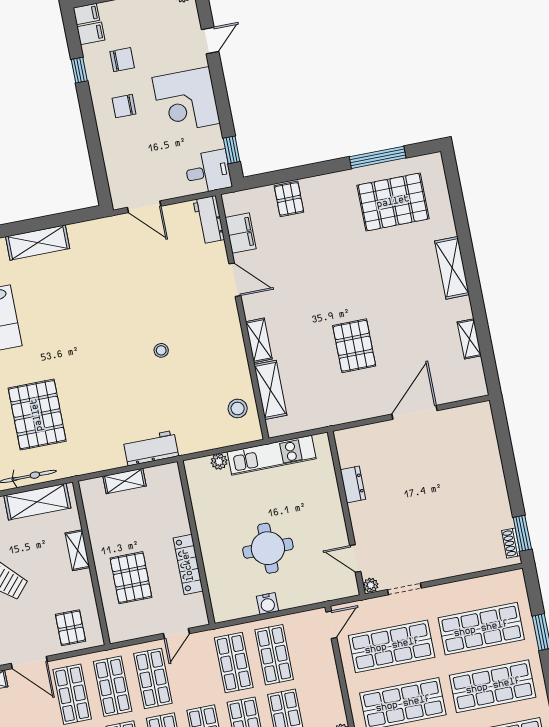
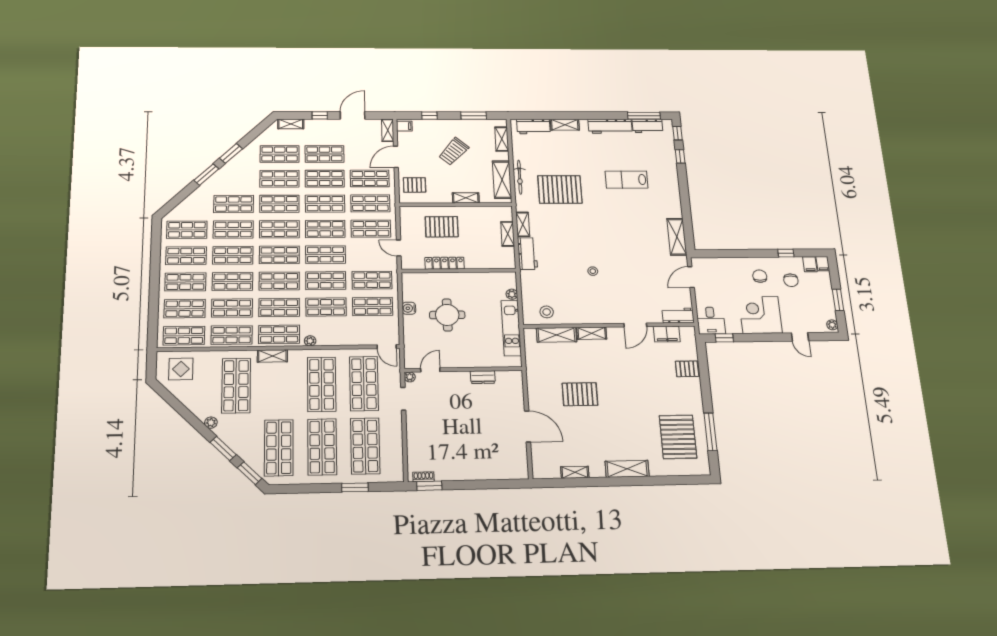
shelving: (38, 243) -> (677, 237), moved
shelving: (105, 461) -> (523, 224), added

